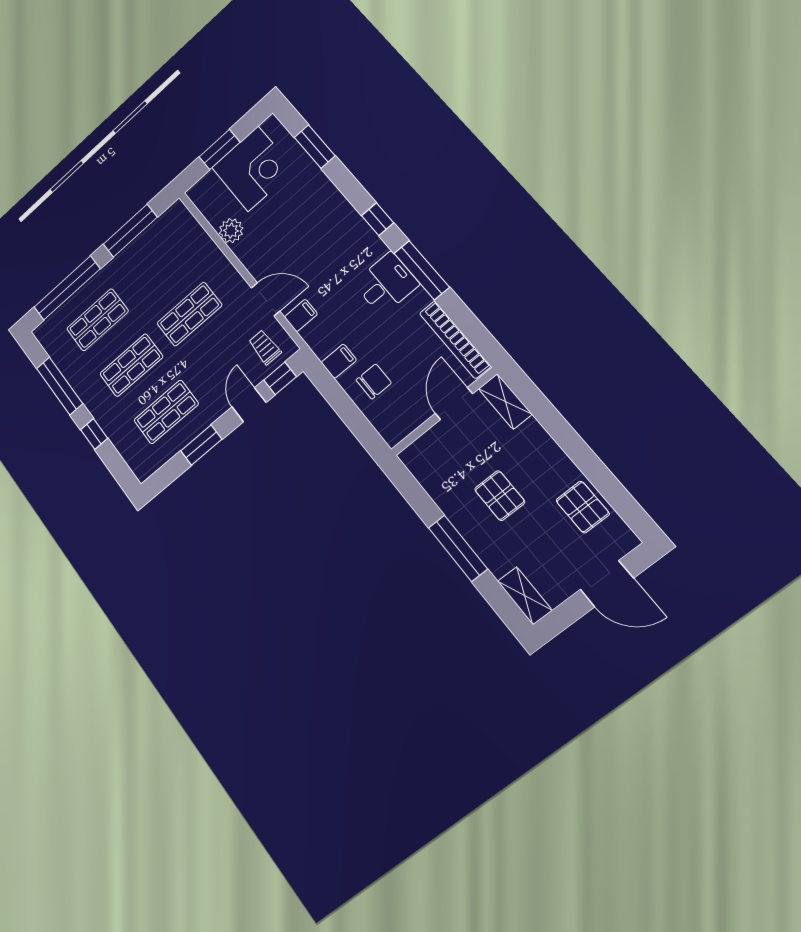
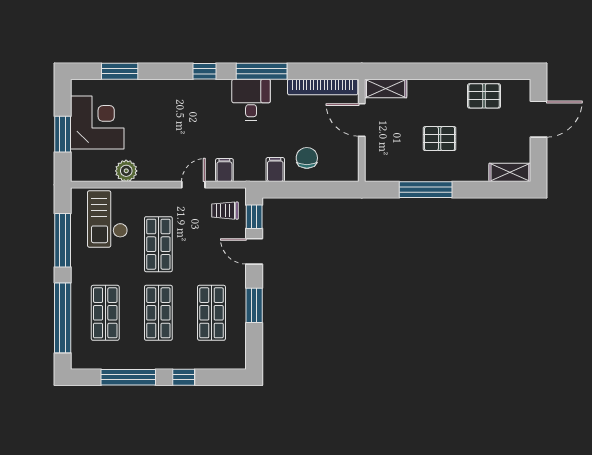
checkout: (177, 252) -> (107, 219), added
door: (266, 299) -> (193, 185), width x0.73
window: (458, 548) -> (426, 190), moved

